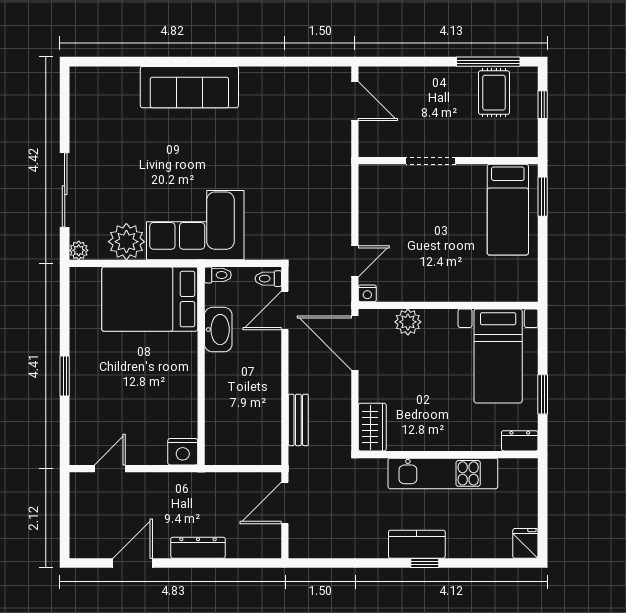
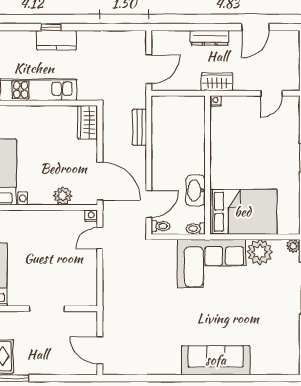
nightstand: (183, 452) -> (215, 101), width x0.53, depth x0.56
wardrobe: (187, 485) -> (217, 82), added

